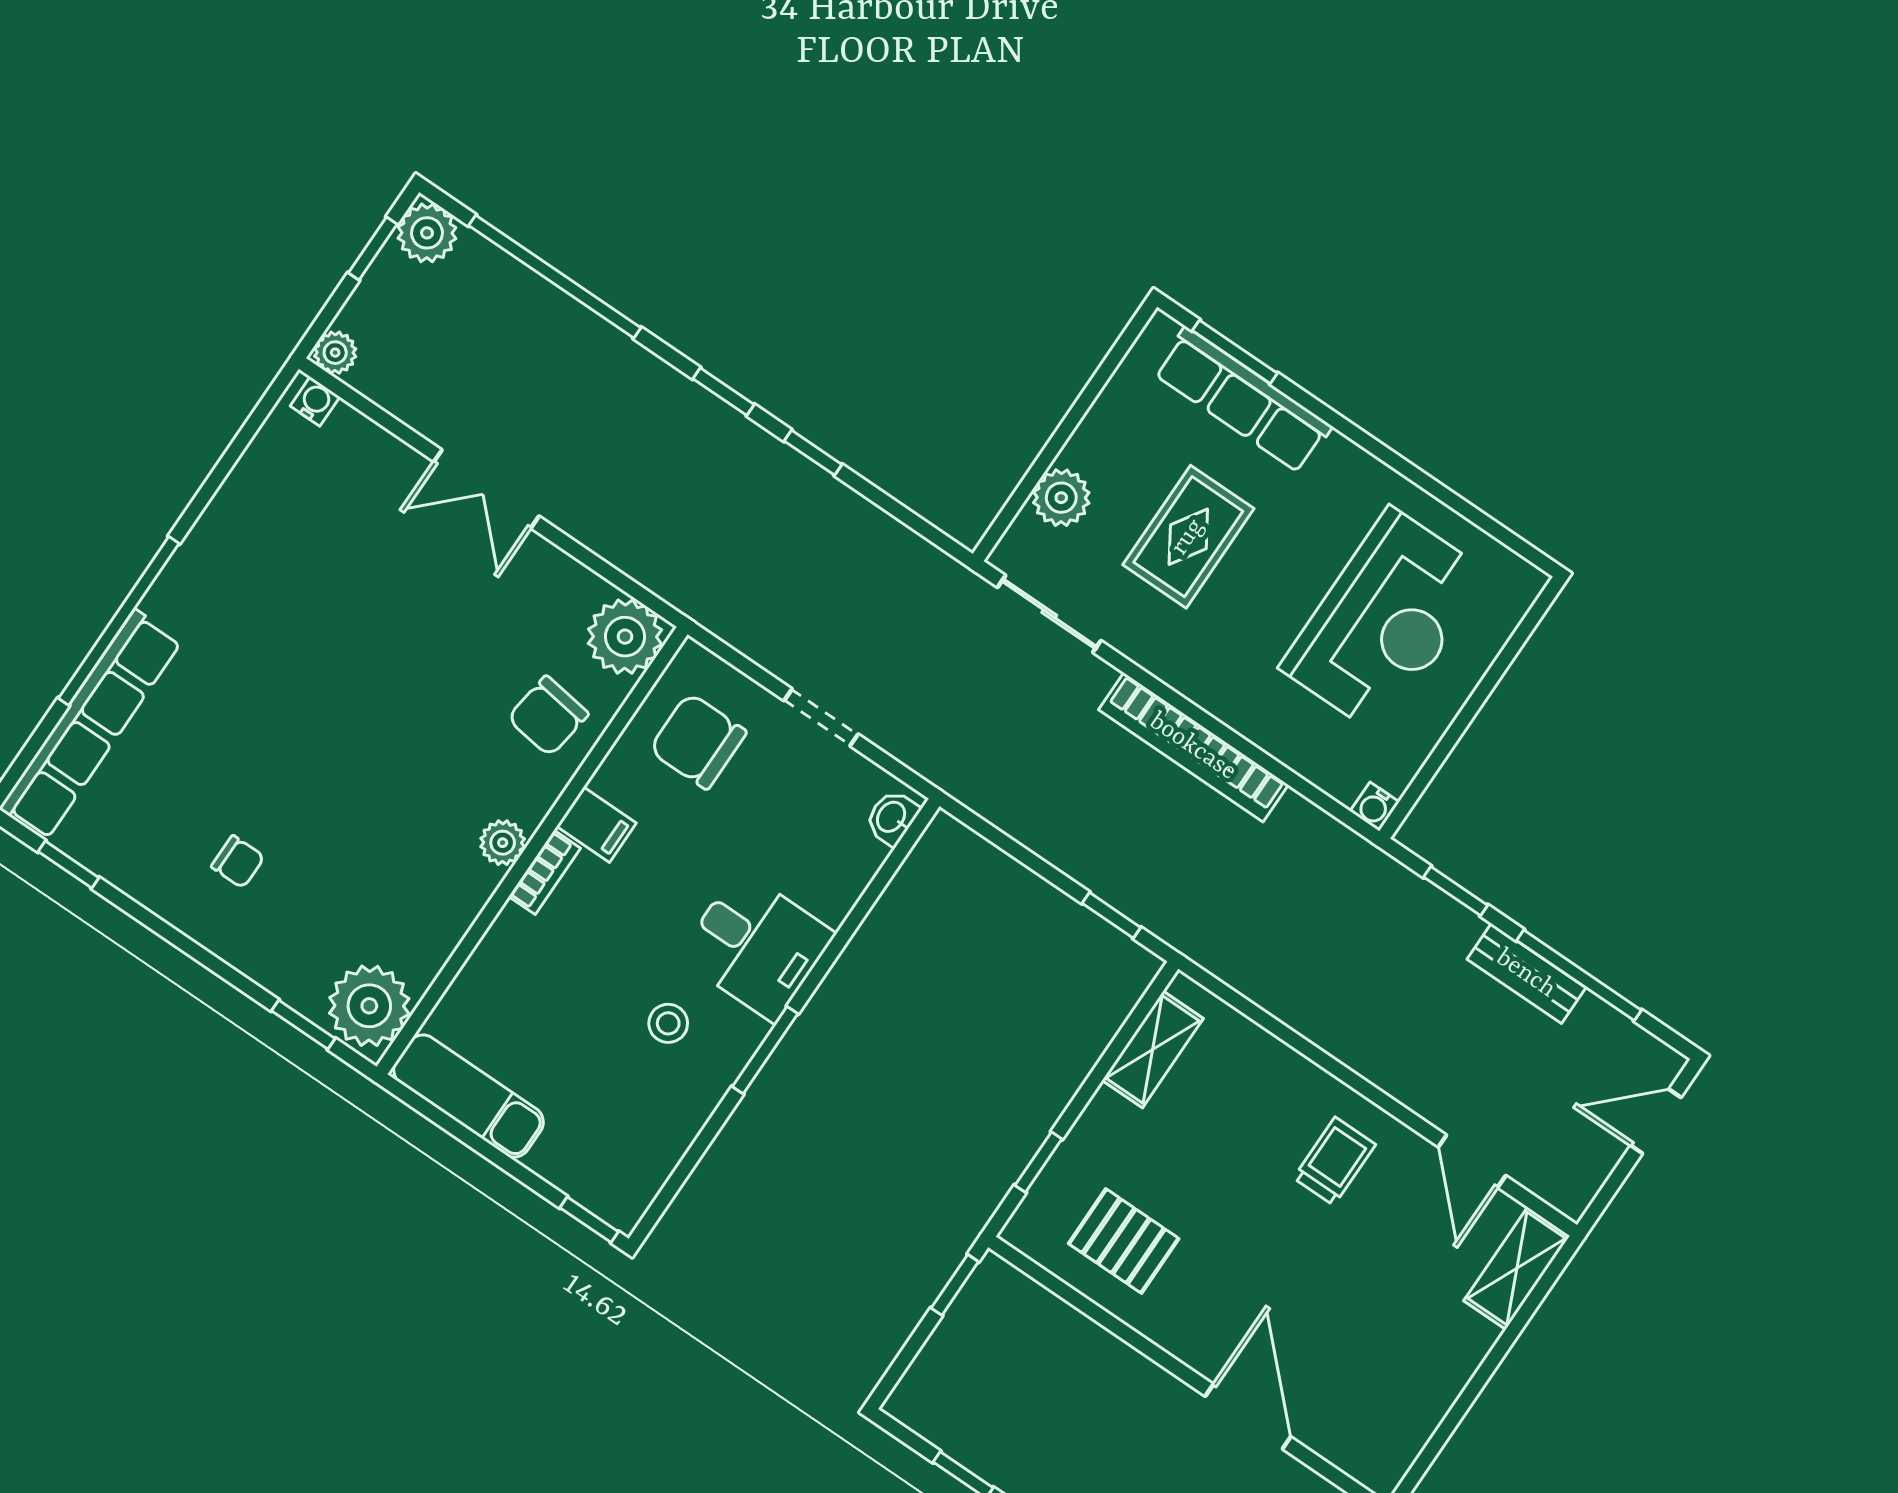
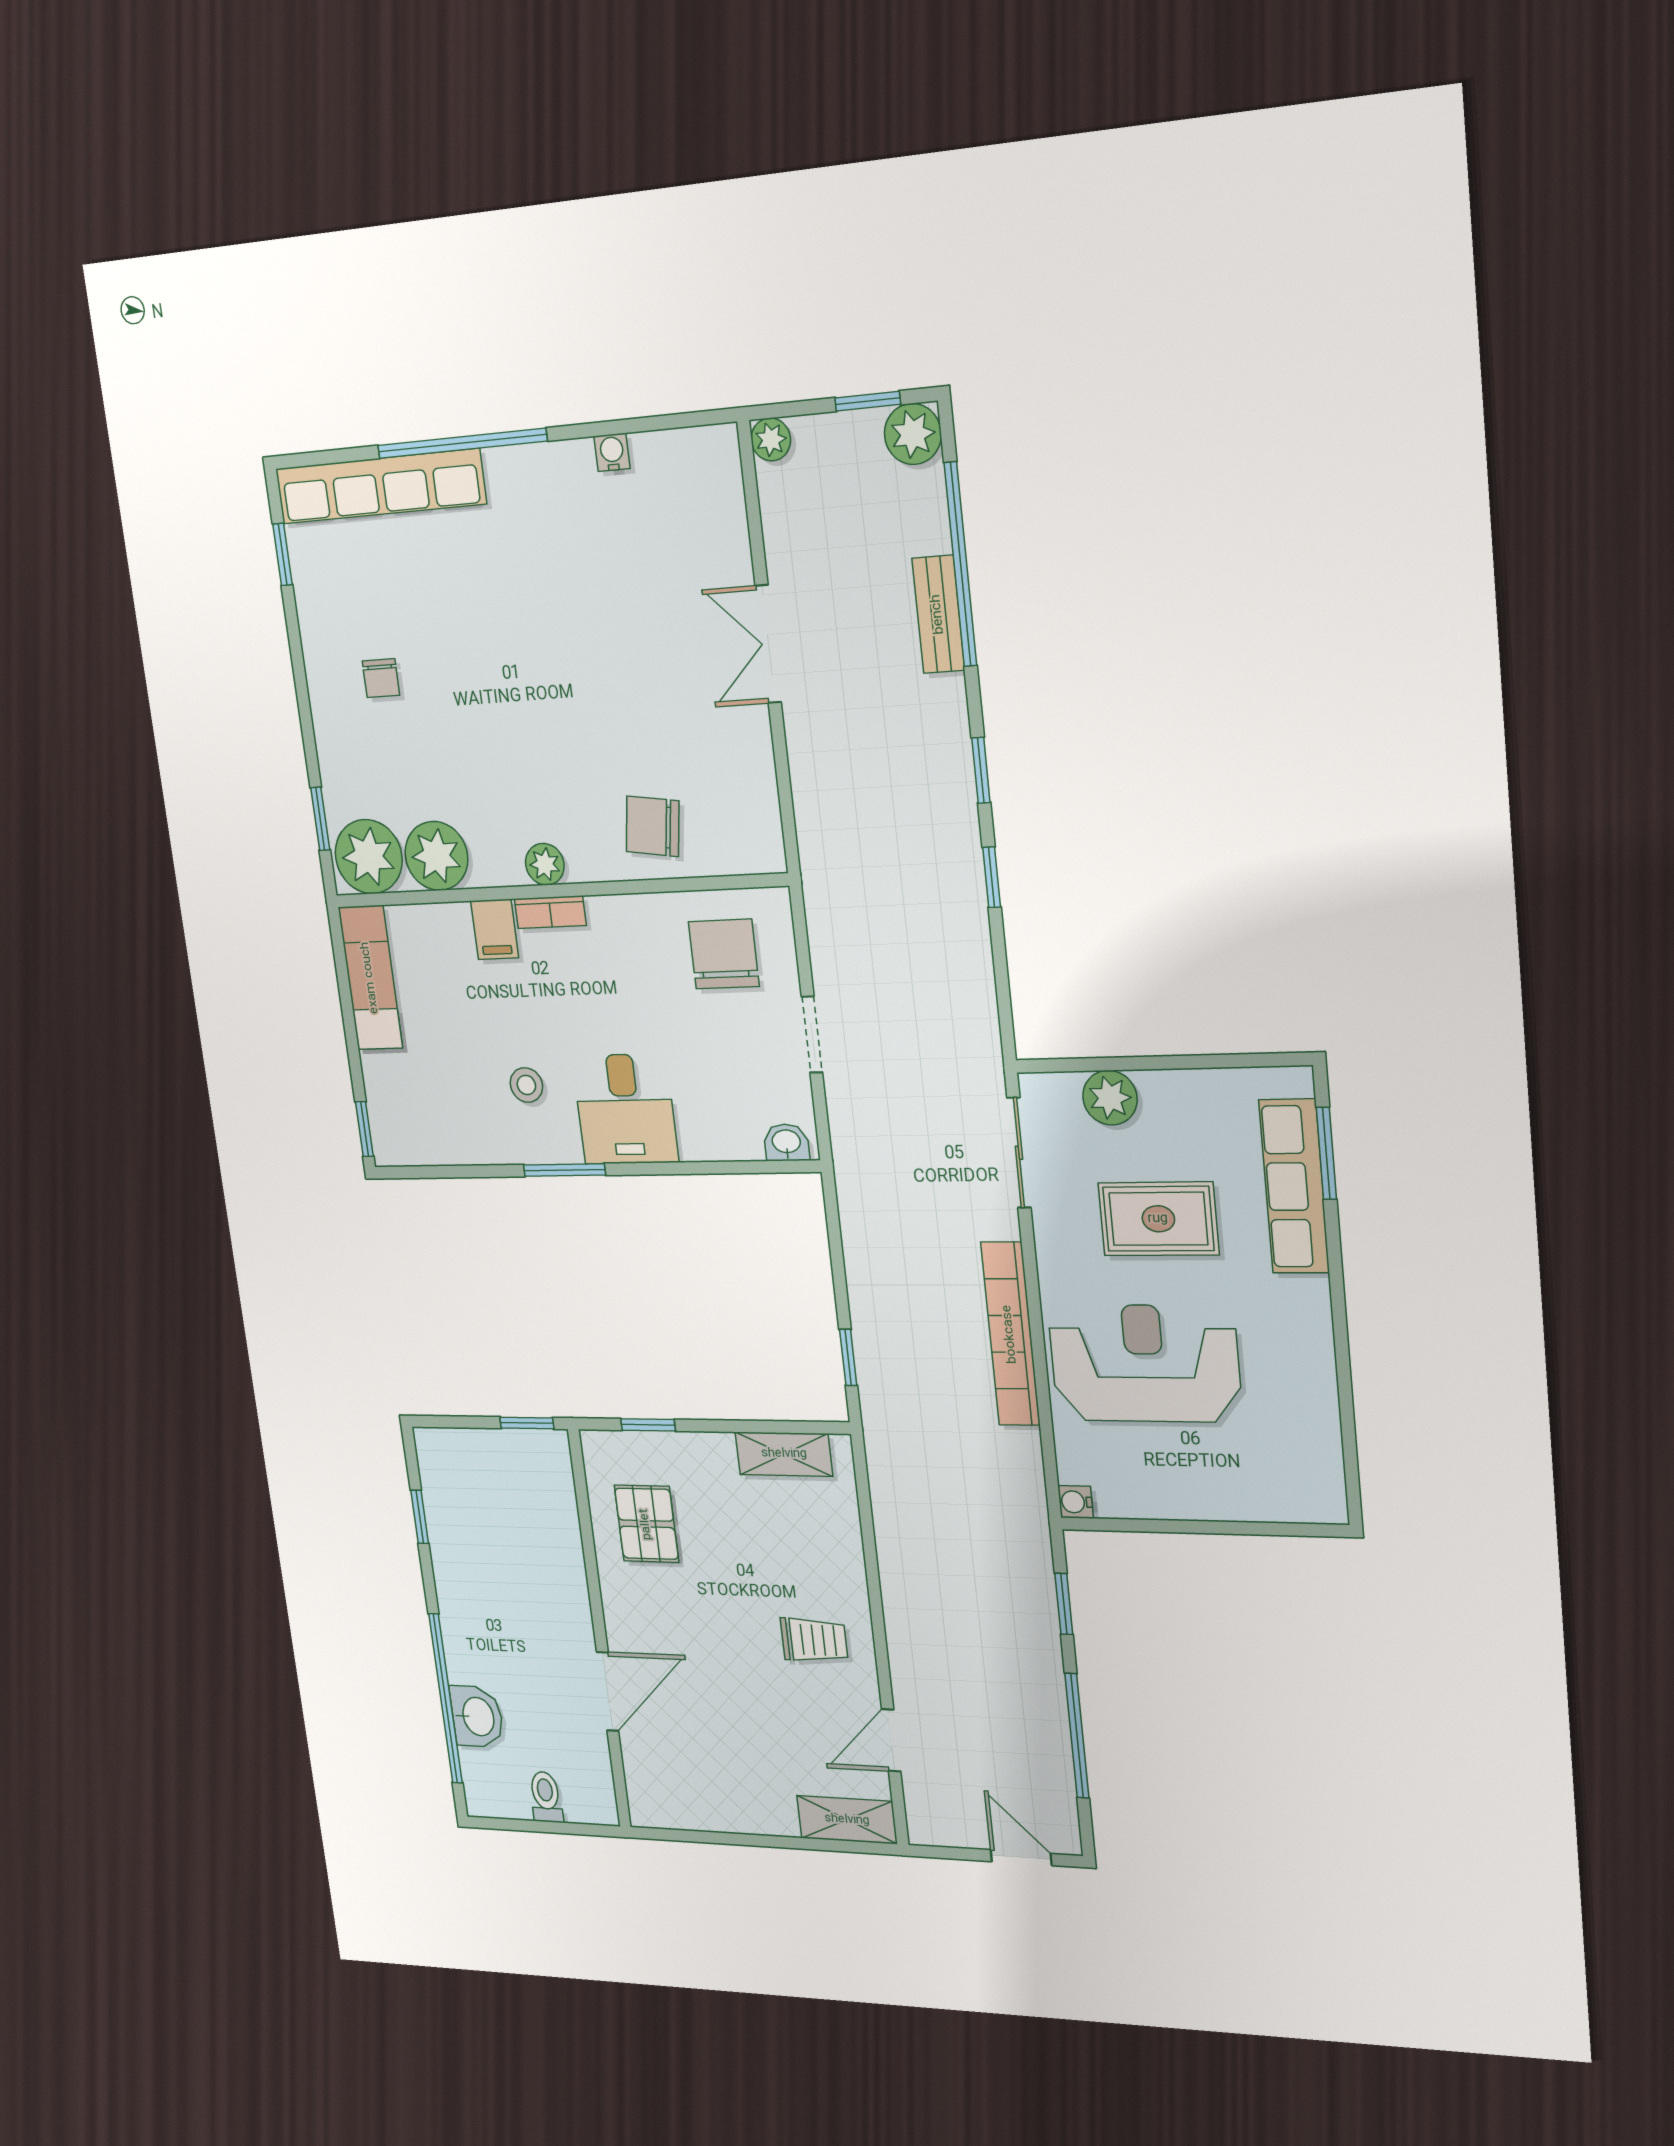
water cooler: (315, 401) -> (612, 452), moved, turned -90
reception desk: (1385, 621) -> (1145, 1363), moved, turned 180
plant: (625, 637) -> (436, 856), moved
filing cabinet: (596, 825) -> (495, 929), moved
bench: (1526, 974) -> (938, 614), moved

